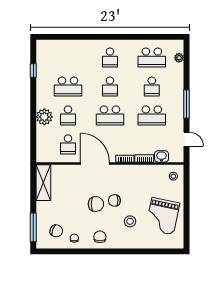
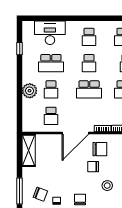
desk: (67, 53) -> (50, 33), added
door: (95, 163) -> (75, 133), swing flipped
chair: (96, 204) -> (100, 149), moved

